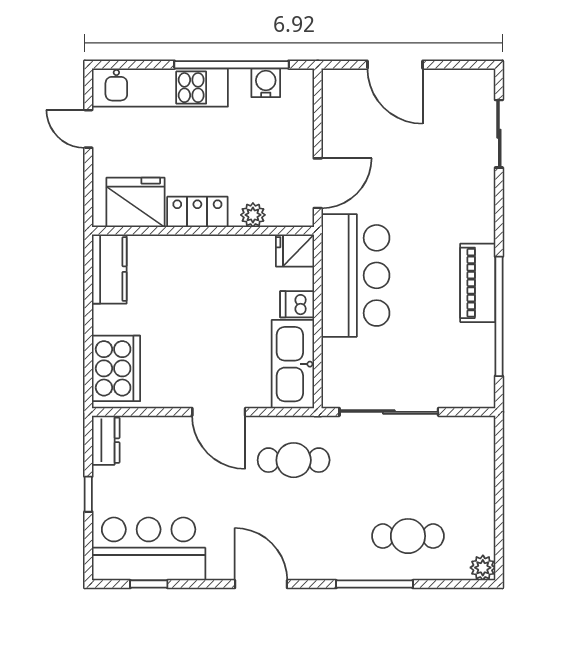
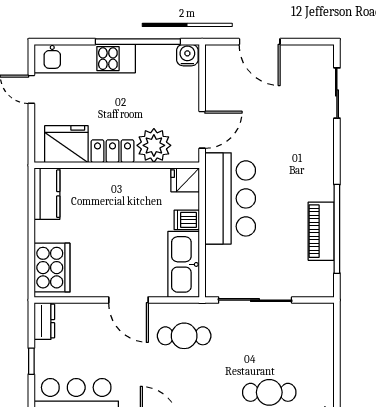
water cooler: (266, 83) -> (187, 55), moved
plant: (253, 215) -> (154, 145), width x1.87, depth x1.87
piano: (478, 283) -> (321, 231), moved

